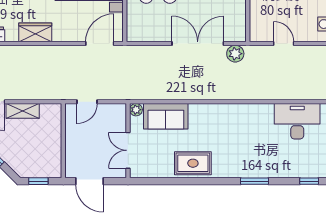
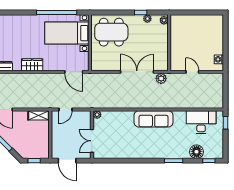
door: (100, 44) -> (74, 72), swing flipped
shelving: (23, 111) -> (39, 115), moved
sofa: (166, 116) -> (154, 119), moved, width x1.36
rug: (193, 163) -> (134, 149), removed
floor lamp: (290, 167) -> (197, 152), added

